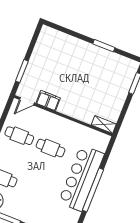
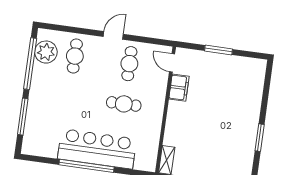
window: (22, 71) -> (219, 50), moved
cafe table: (51, 148) -> (124, 104), turned 90

